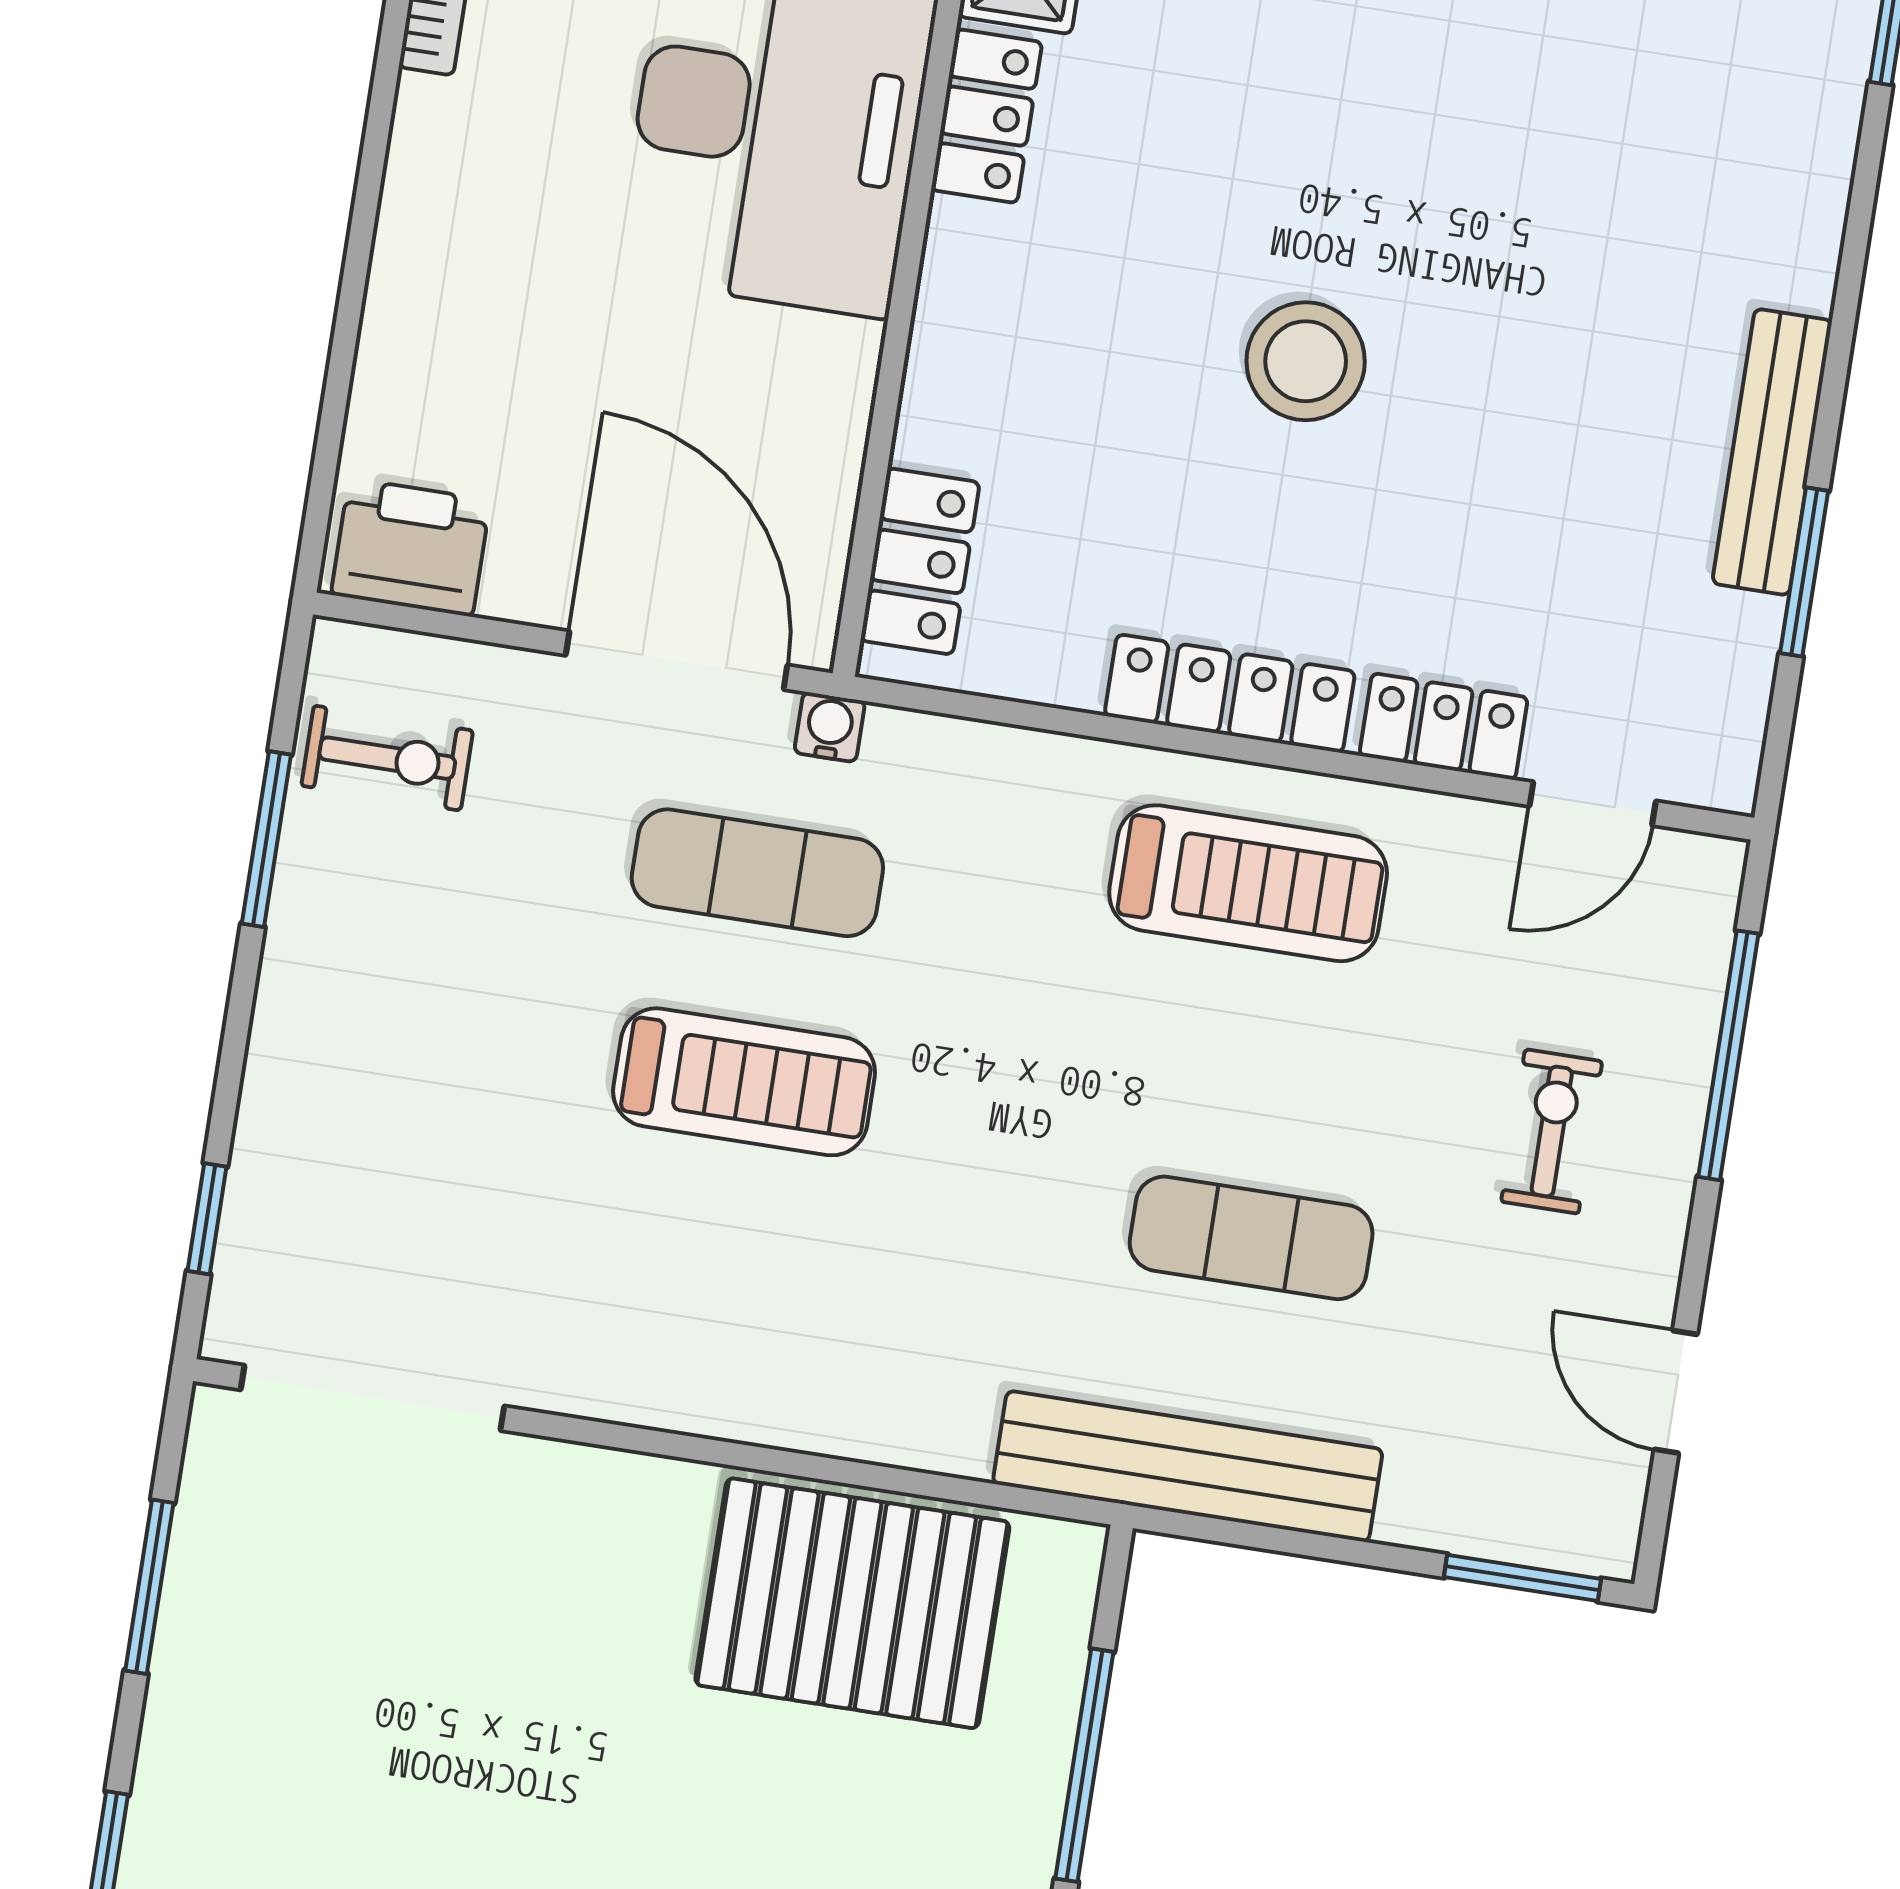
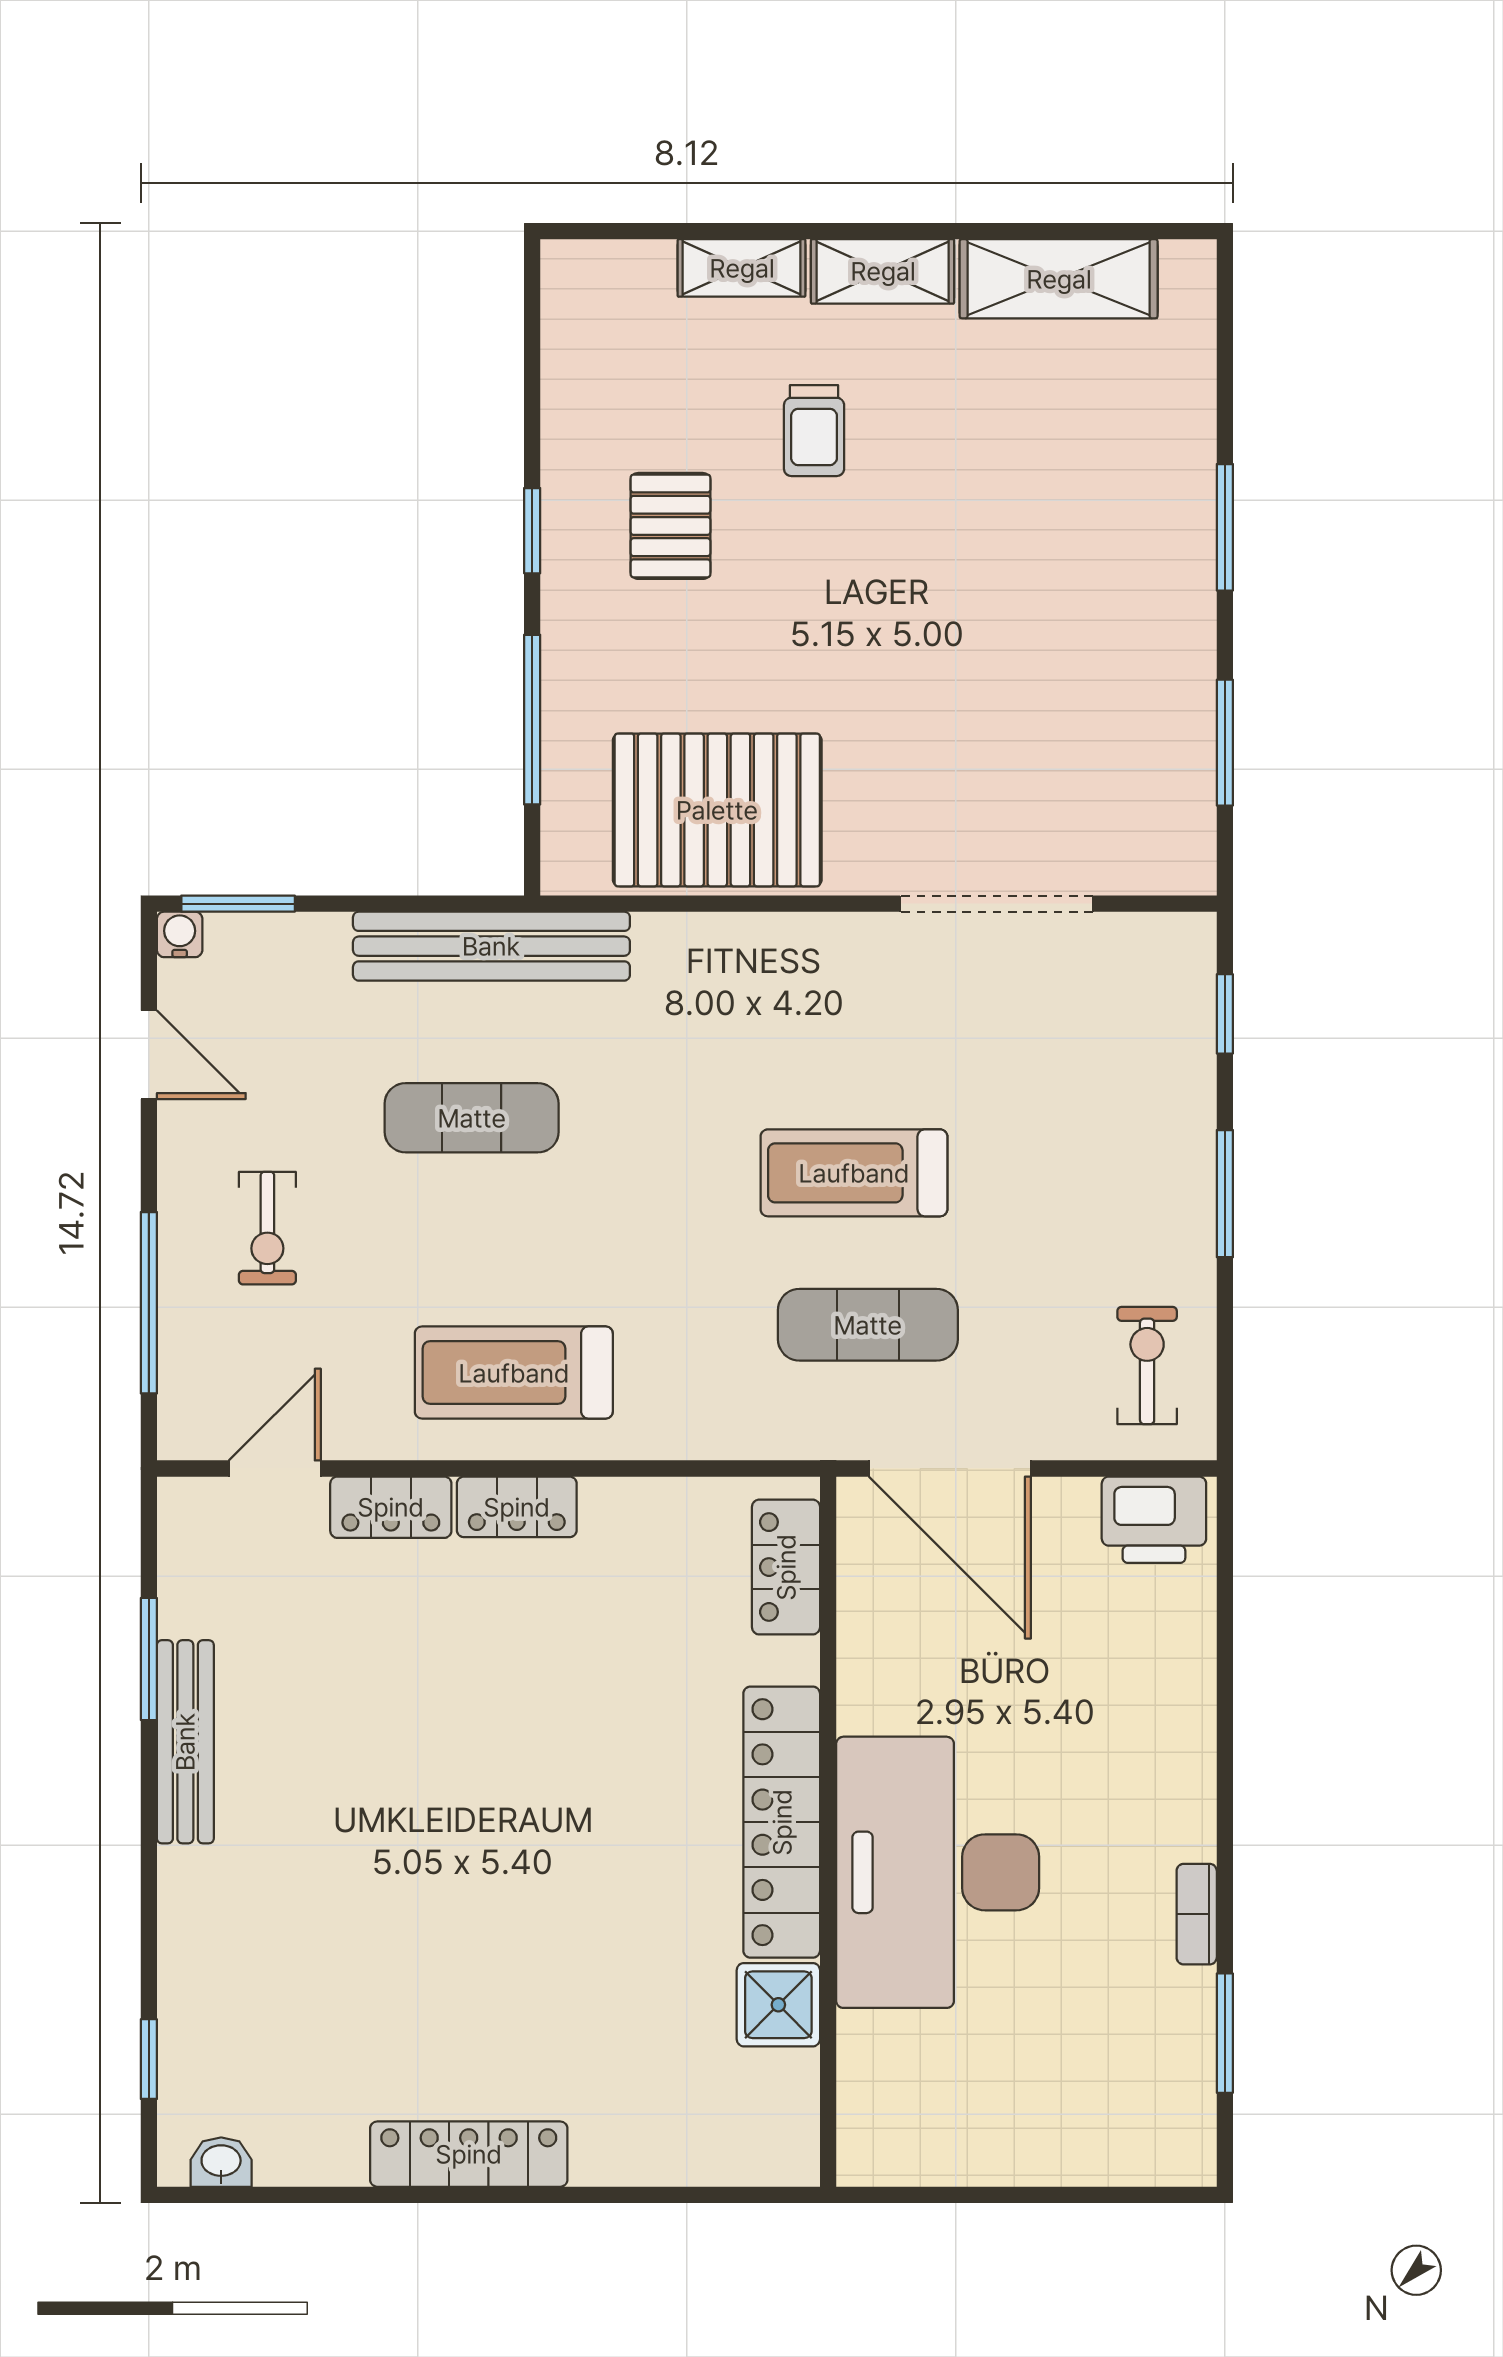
locker: (987, 116) -> (782, 1822), width x2.16, depth x1.21
stool: (1306, 361) -> (531, 1754), removed
locker: (1230, 694) -> (517, 1507), width x0.66
water cooler: (830, 727) -> (180, 934), moved, turned 180
exercise bike: (387, 758) -> (1147, 1366), turned 90
window: (266, 839) -> (1225, 1194), moved
doorway: (373, 1398) -> (996, 904), moved

